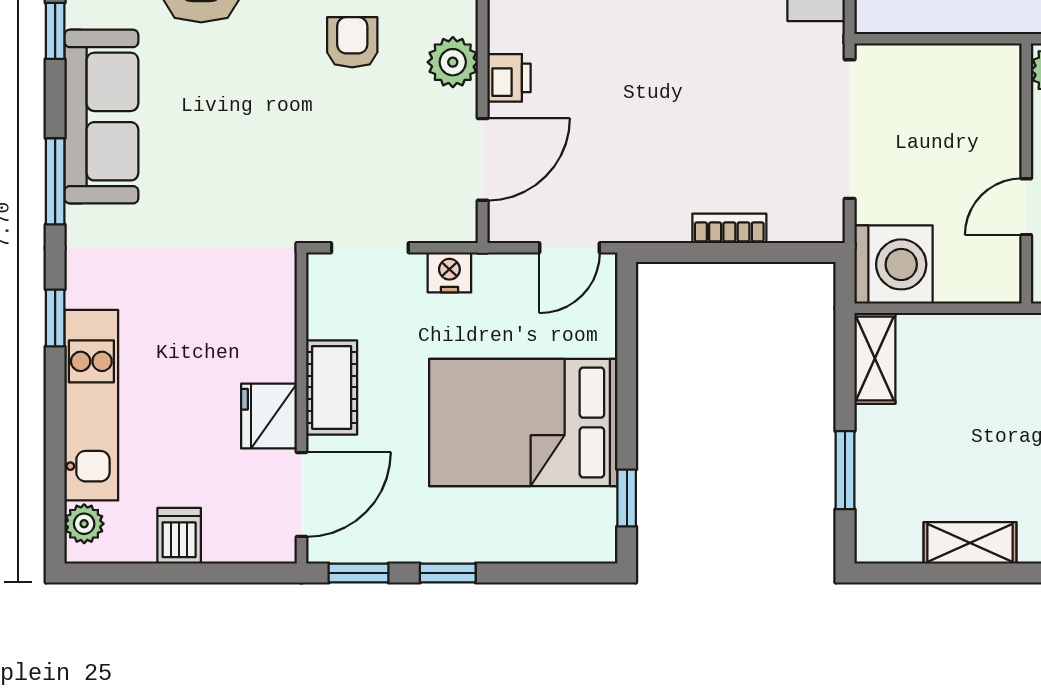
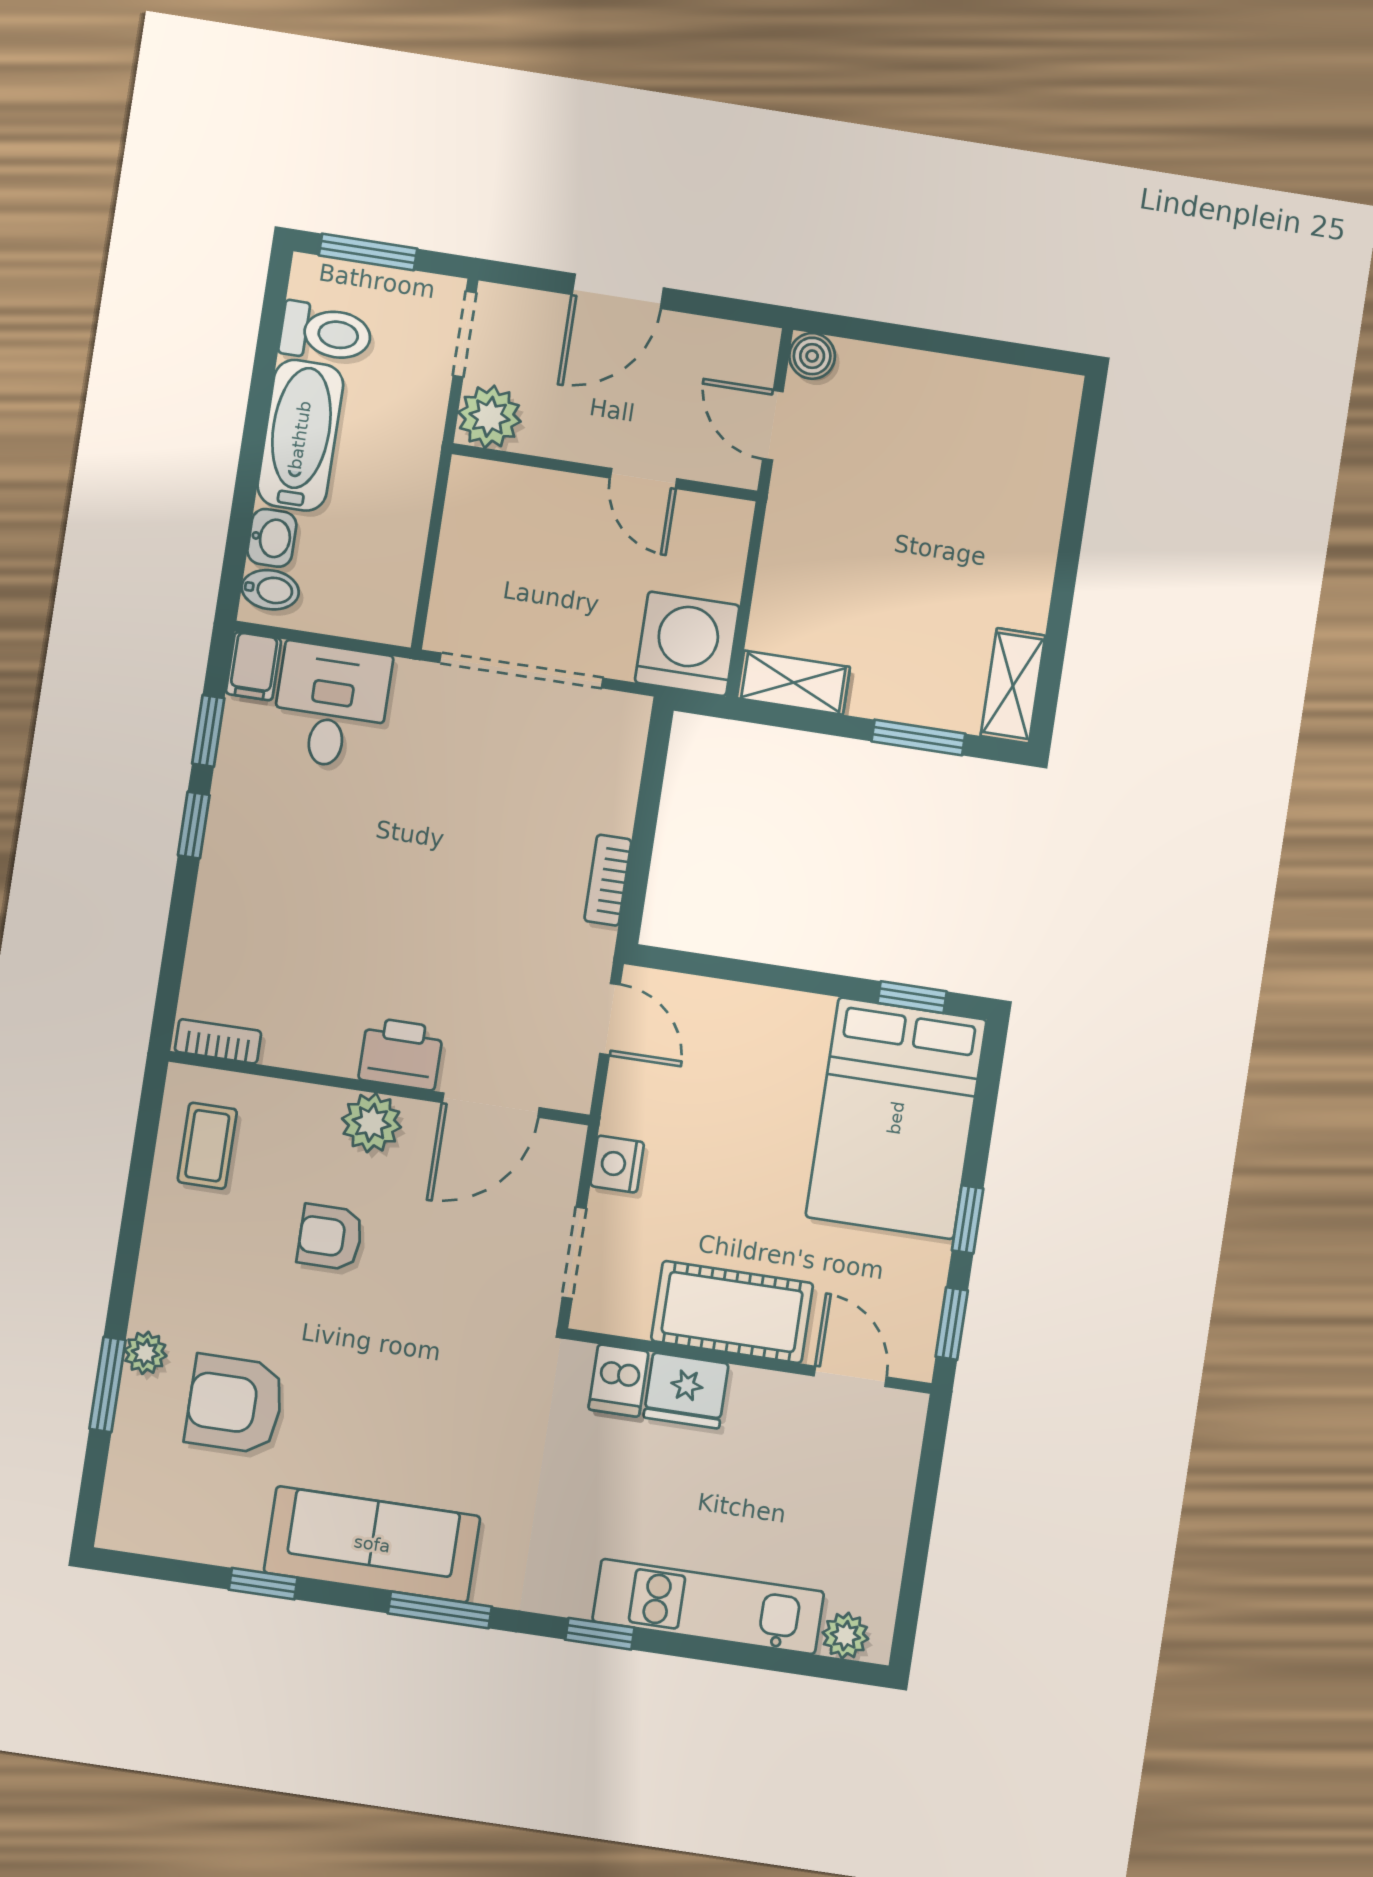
printer: (509, 78) -> (401, 1054), width x1.36, depth x1.24
door: (483, 159) -> (491, 1105), swing flipped
bookcase: (729, 228) -> (608, 880), moved
cot: (332, 387) -> (732, 1312), width x1.37, depth x1.34
fridge: (269, 416) -> (686, 1391), moved
bed: (523, 422) -> (896, 1118), moved
door: (301, 495) -> (850, 1376), width x0.73
dishwasher: (179, 536) -> (619, 1381), moved, turned -90
shelving: (970, 543) -> (1013, 686), moved

